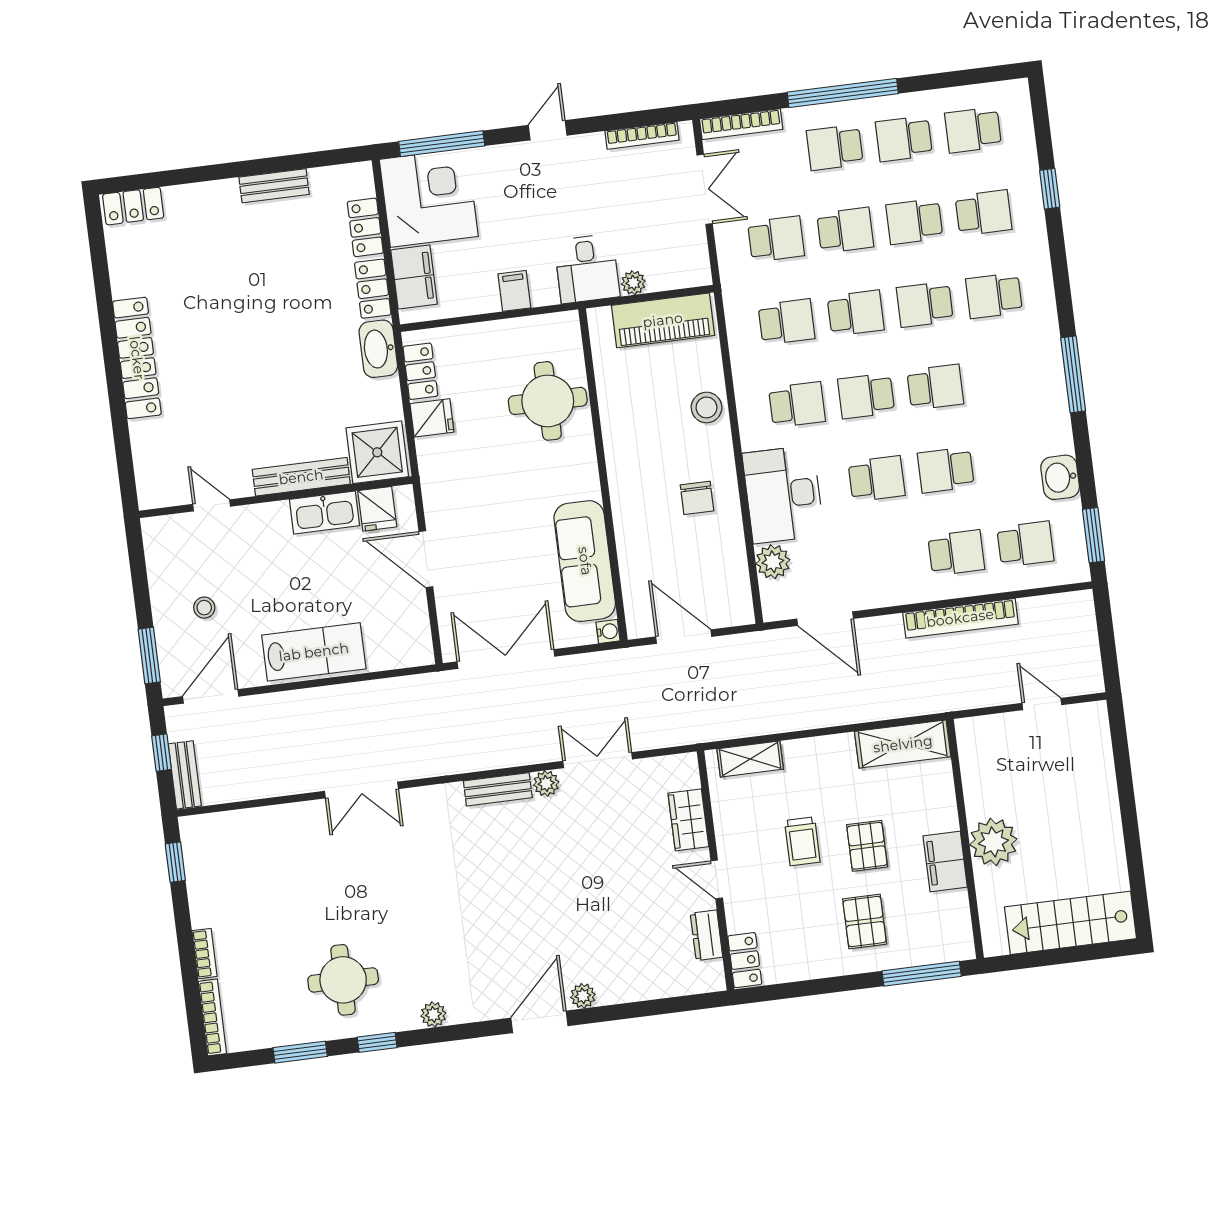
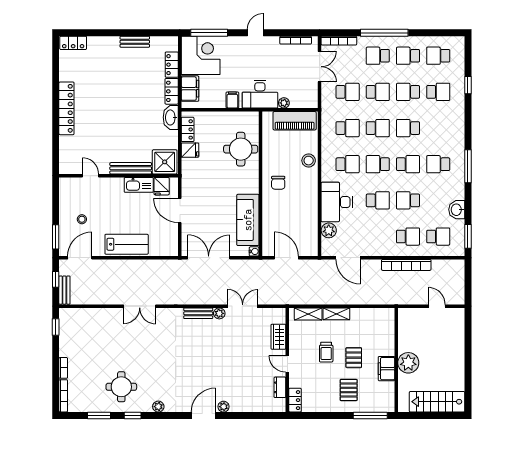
desk: (587, 269) -> (260, 94), width x1.37
school desk: (994, 296) -> (438, 164), moved
chair: (697, 498) -> (278, 183), moved
shelving: (903, 744) -> (336, 314), moved, width x0.67, depth x0.75

